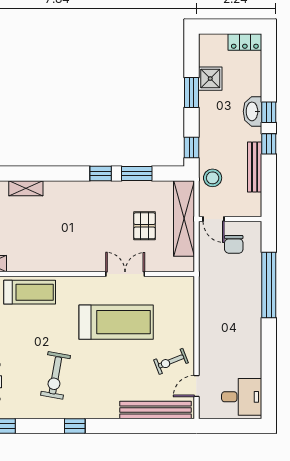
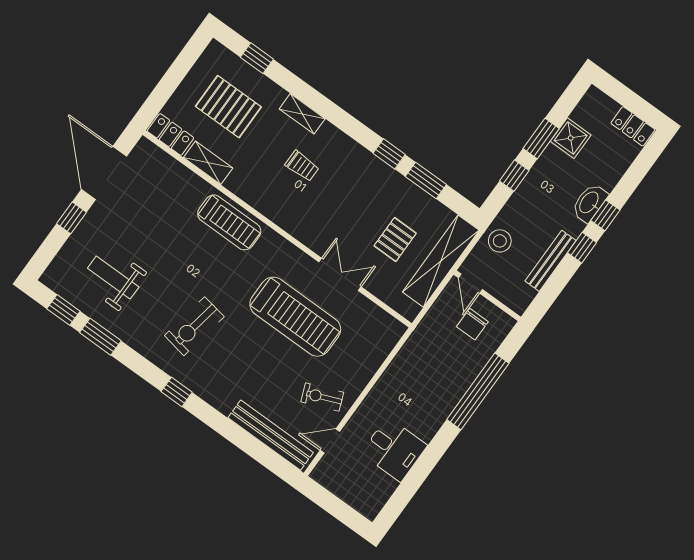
window: (191, 147) -> (514, 176), moved
trolley: (50, 222) -> (302, 166), added
desk: (242, 397) -> (394, 449), moved

